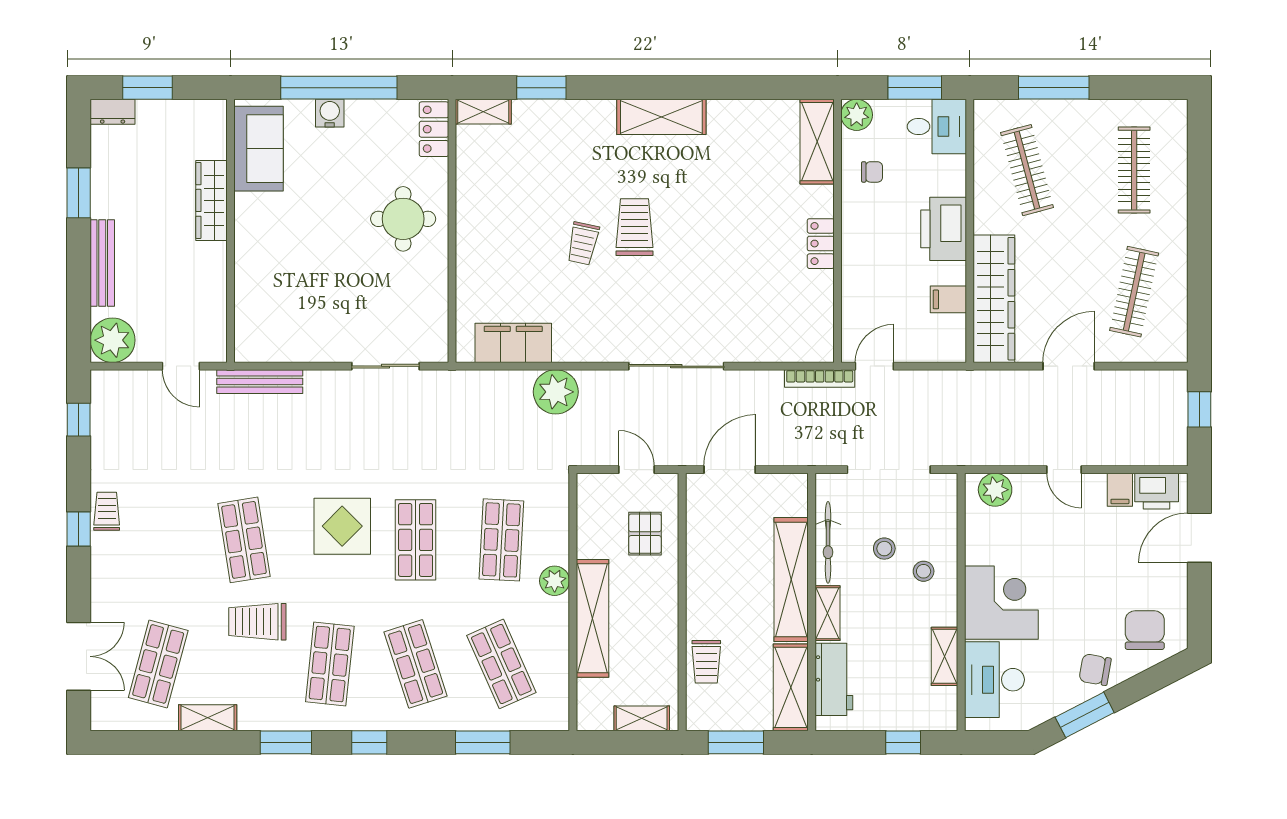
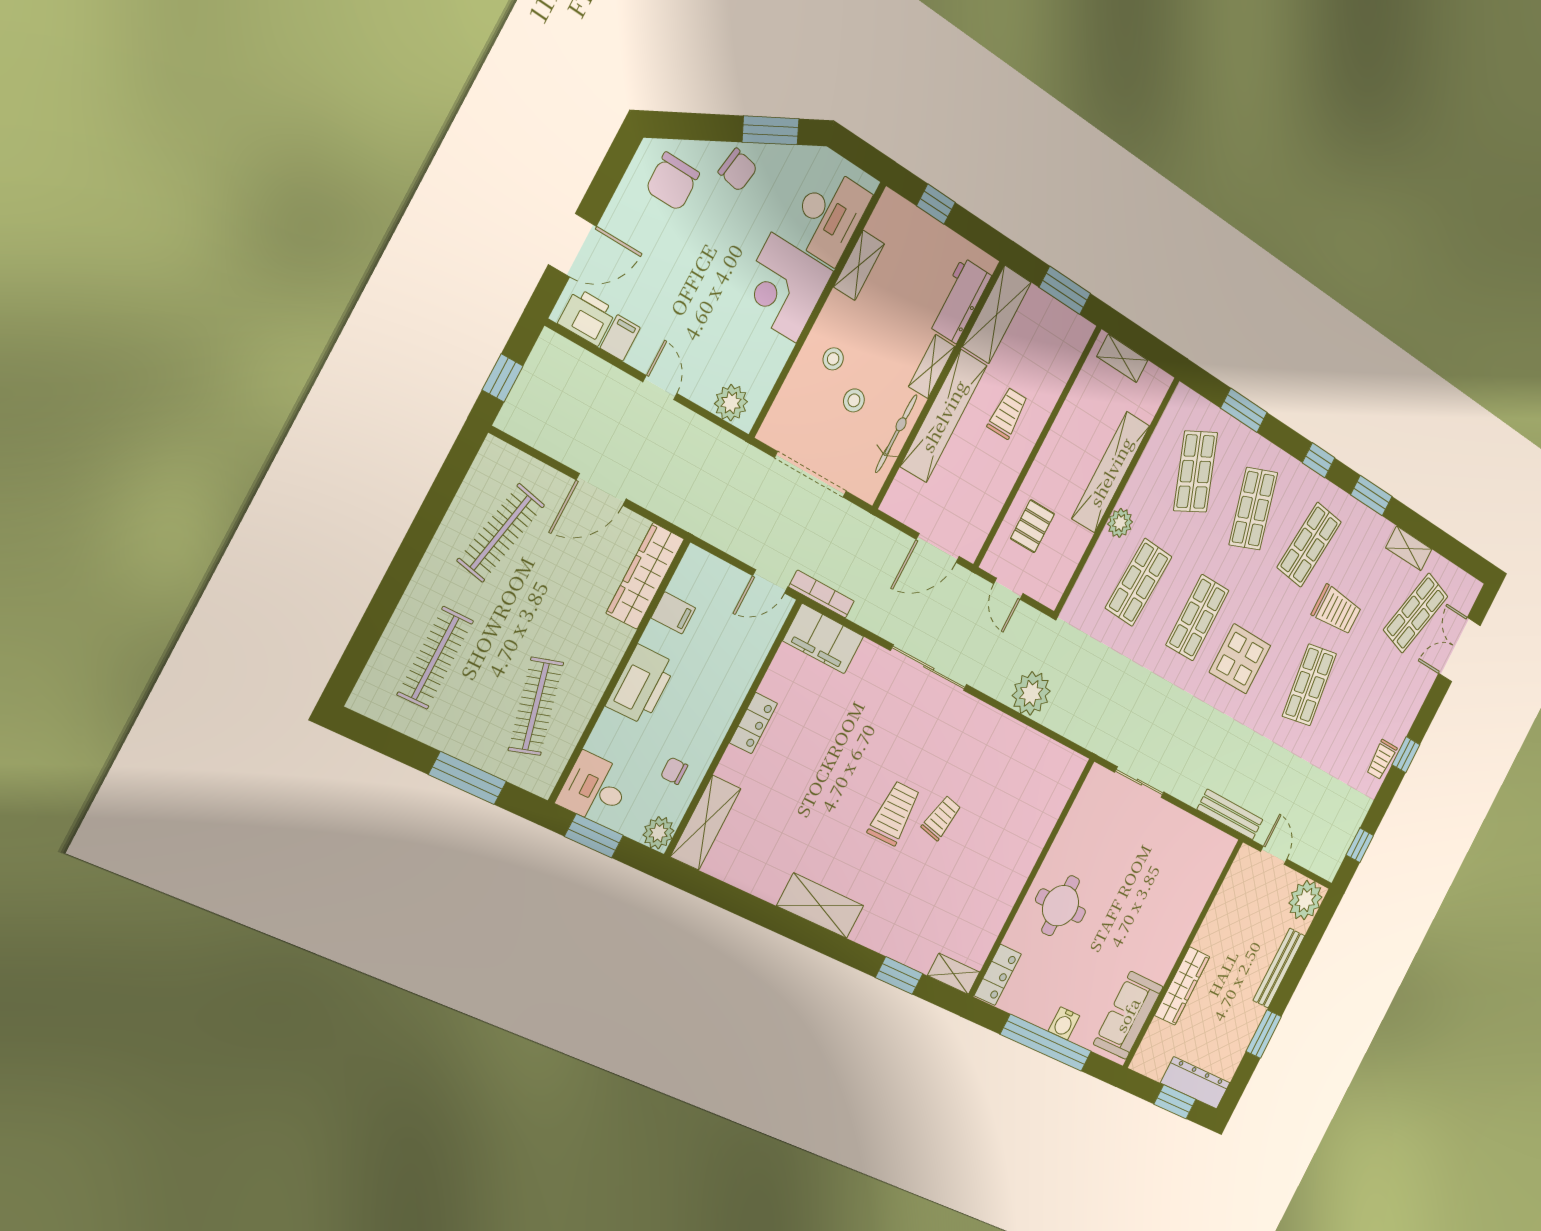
dresser: (113, 112) -> (1195, 1083), width x1.96, depth x1.24
trolley: (635, 227) -> (894, 813), turned 180
wardrobe: (994, 299) -> (645, 576), width x0.71, depth x0.85
filing cabinet: (513, 343) -> (823, 639), moved
trolley: (706, 662) -> (1008, 413), moved

